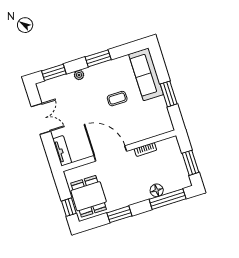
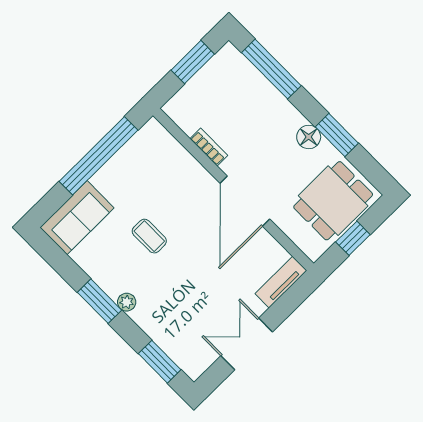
sofa: (146, 74) -> (77, 218), width x0.73
plant: (79, 75) -> (127, 302), moved
window: (169, 94) -> (98, 156), width x2.11
floor lamp: (157, 190) -> (309, 137), moved
window: (69, 207) -> (353, 238), moved

